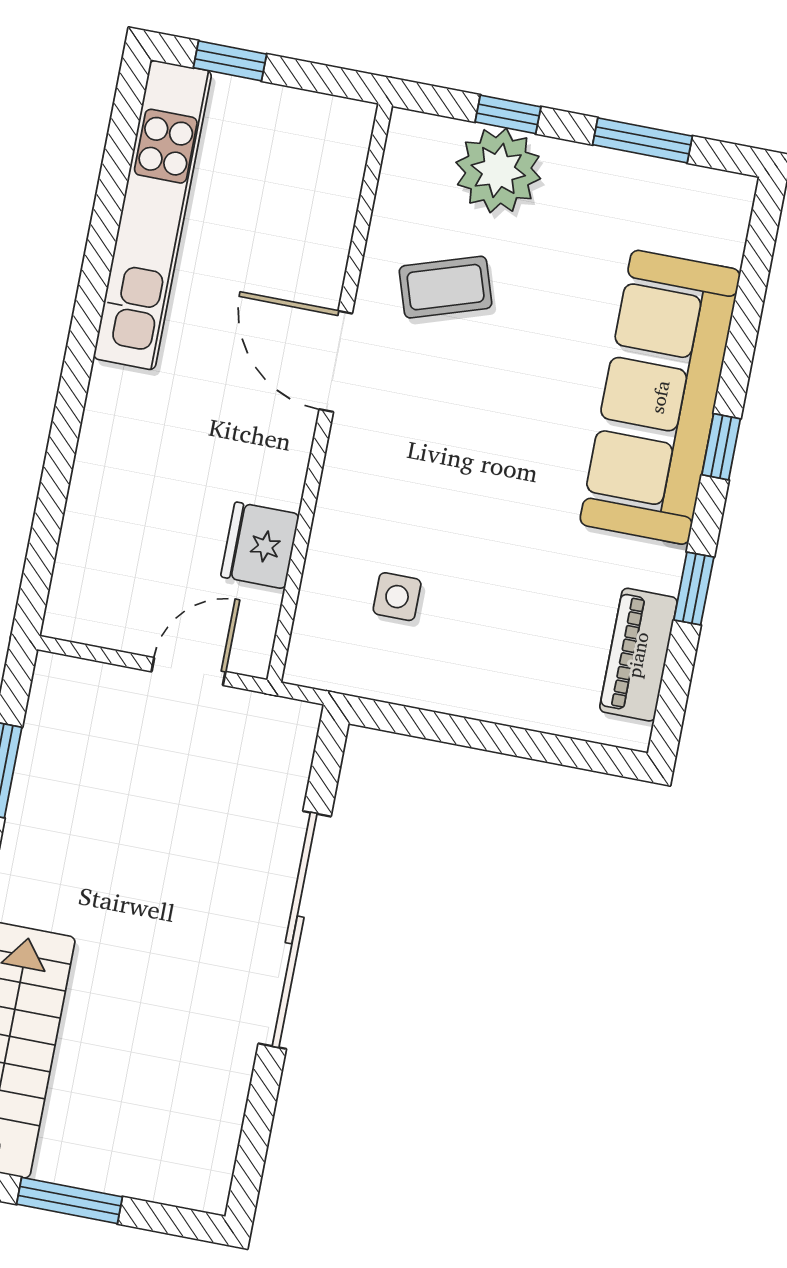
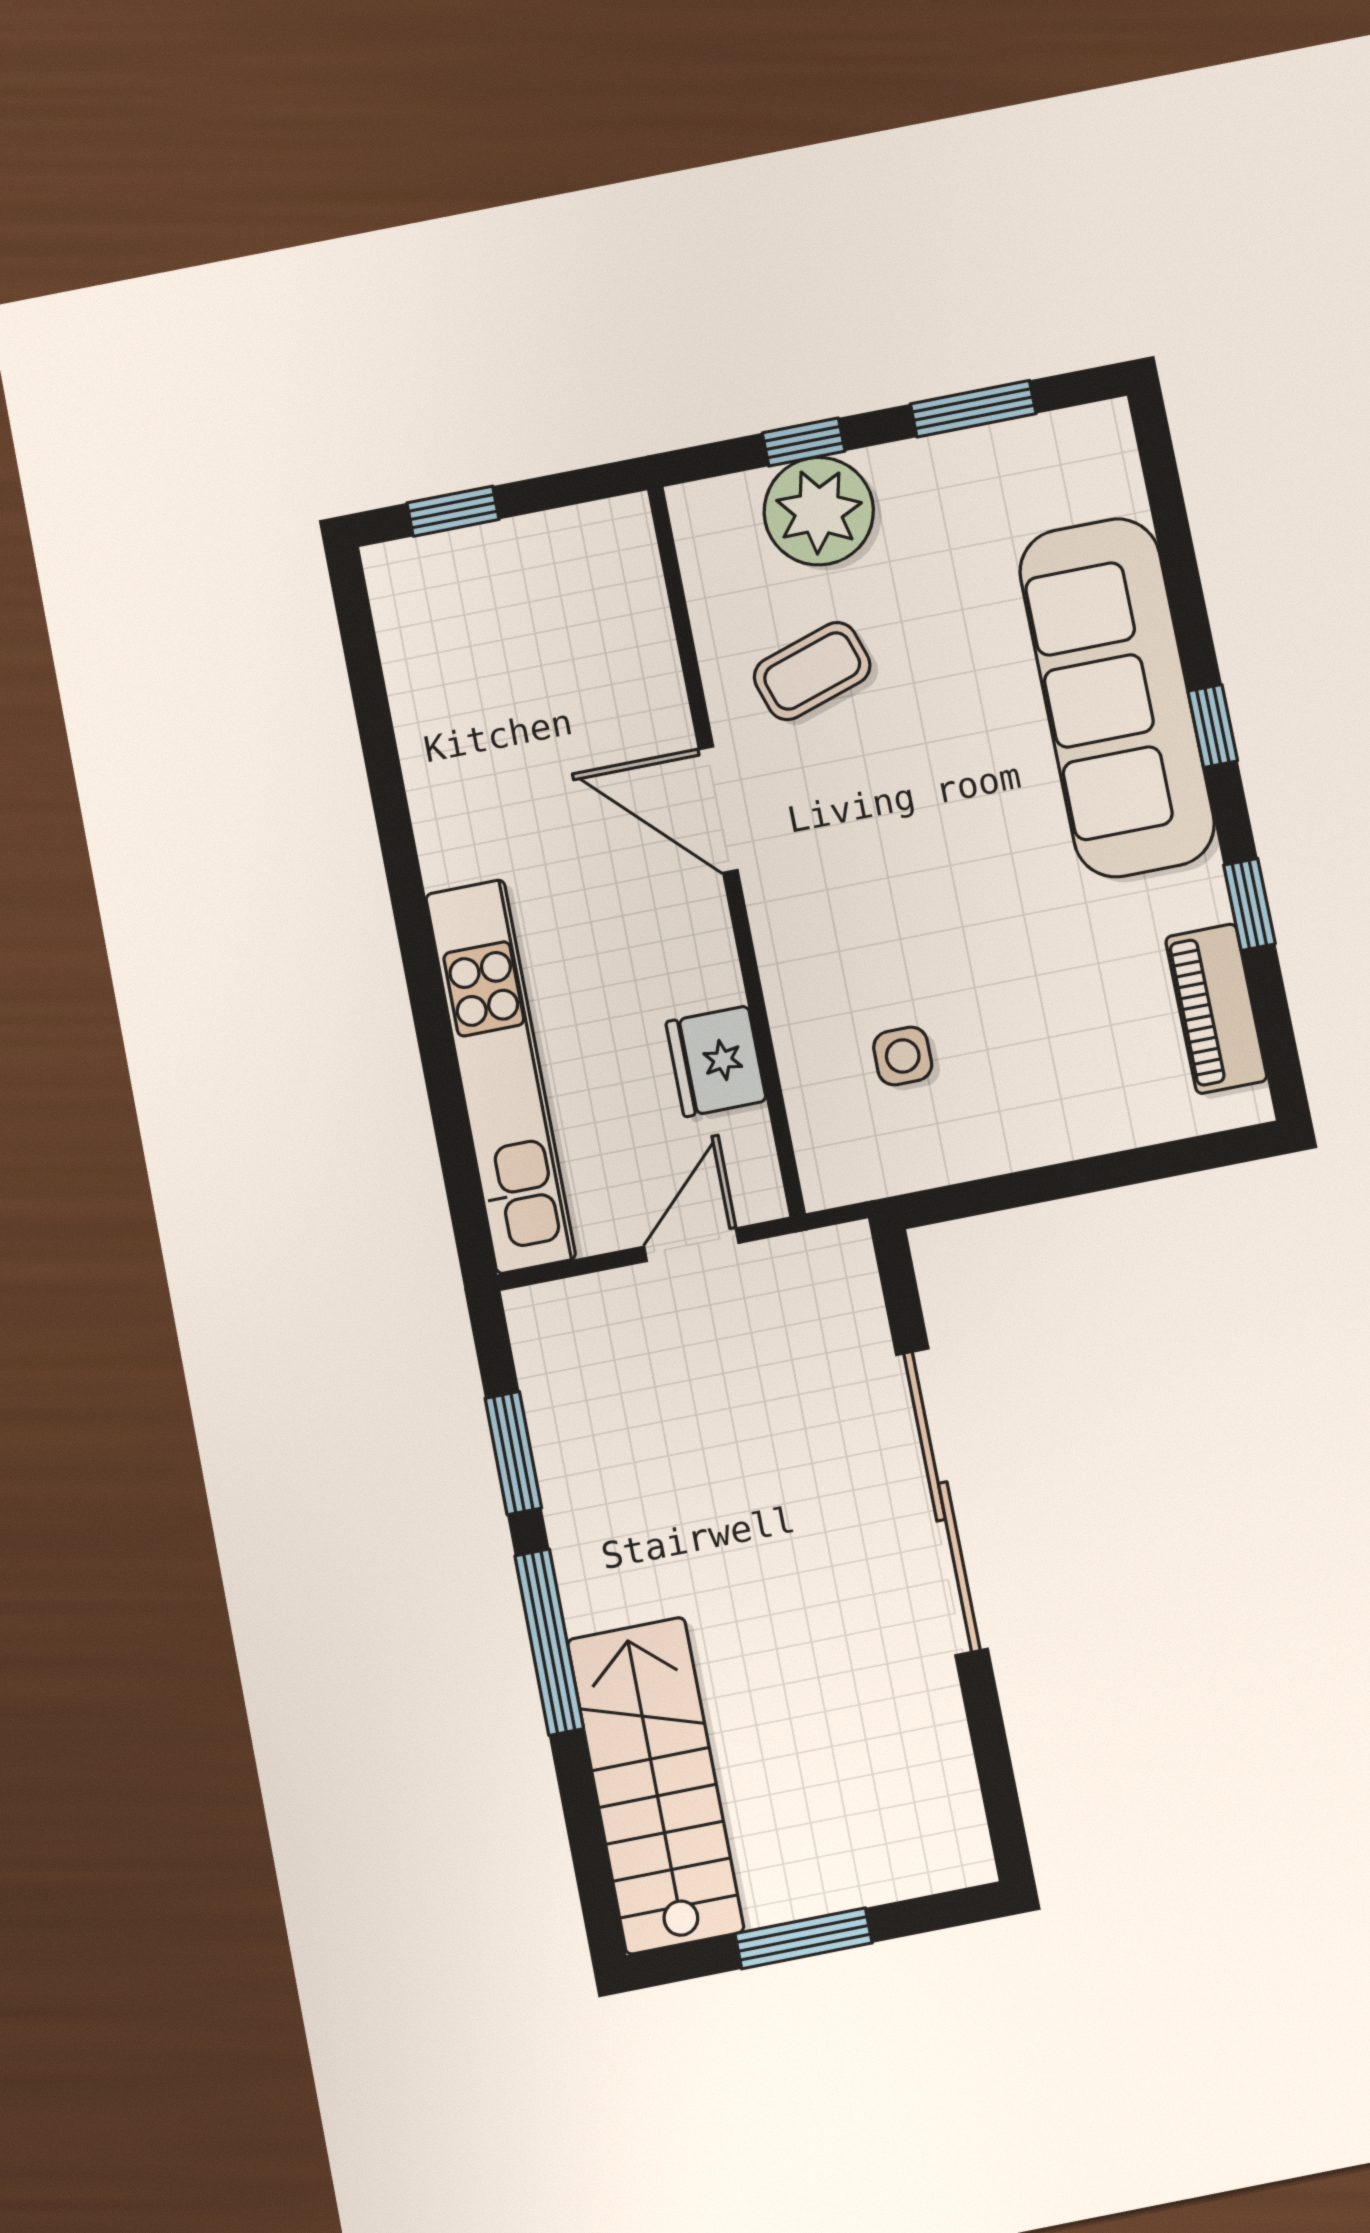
kitchen unit: (153, 215) -> (500, 1076), moved

